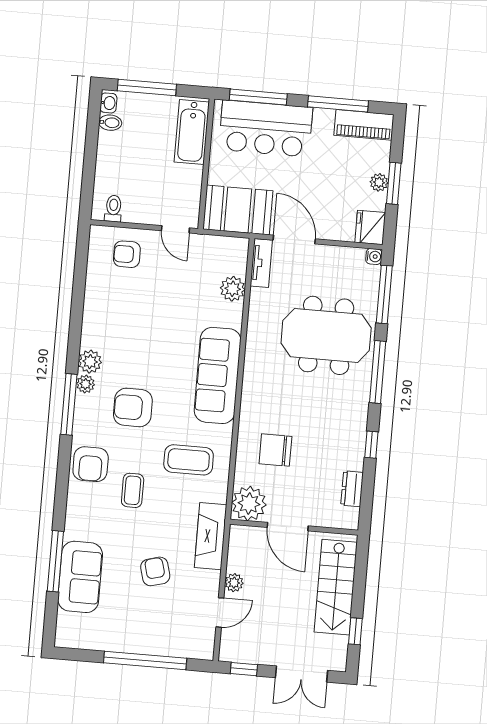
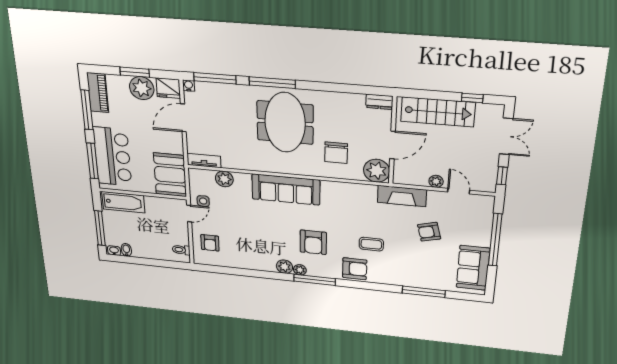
plant: (379, 182) -> (142, 88), width x1.87, depth x1.87
door: (294, 239) -> (183, 118), moved
side table: (196, 253) -> (203, 201), added
meeting table: (326, 335) -> (285, 122), moved
window: (371, 445) -> (327, 87), removed
coffee table: (189, 460) -> (347, 209), removed
dresser: (352, 489) -> (379, 102), moved
sofa: (80, 577) -> (473, 268), moved, turned -90

